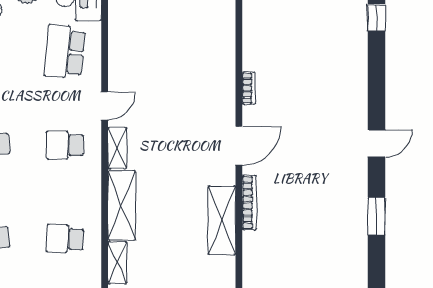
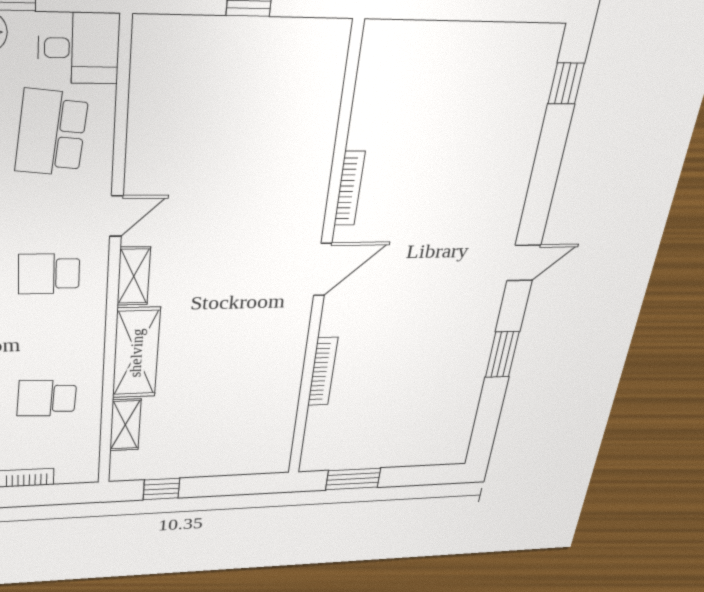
bookcase: (249, 88) -> (349, 189), width x1.56
bookcase: (249, 203) -> (323, 372), moved
shelving: (222, 220) -> (284, 367), removed

